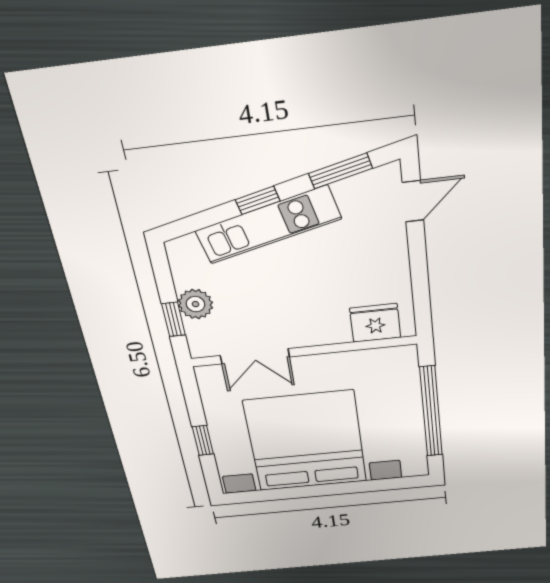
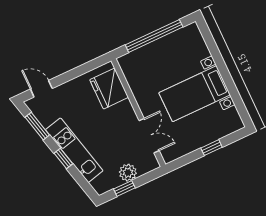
window: (174, 319) -> (124, 188), moved
fridge: (375, 323) -> (109, 89), width x1.36, depth x1.34
bed with nightstands: (306, 442) -> (195, 94), width x0.54

